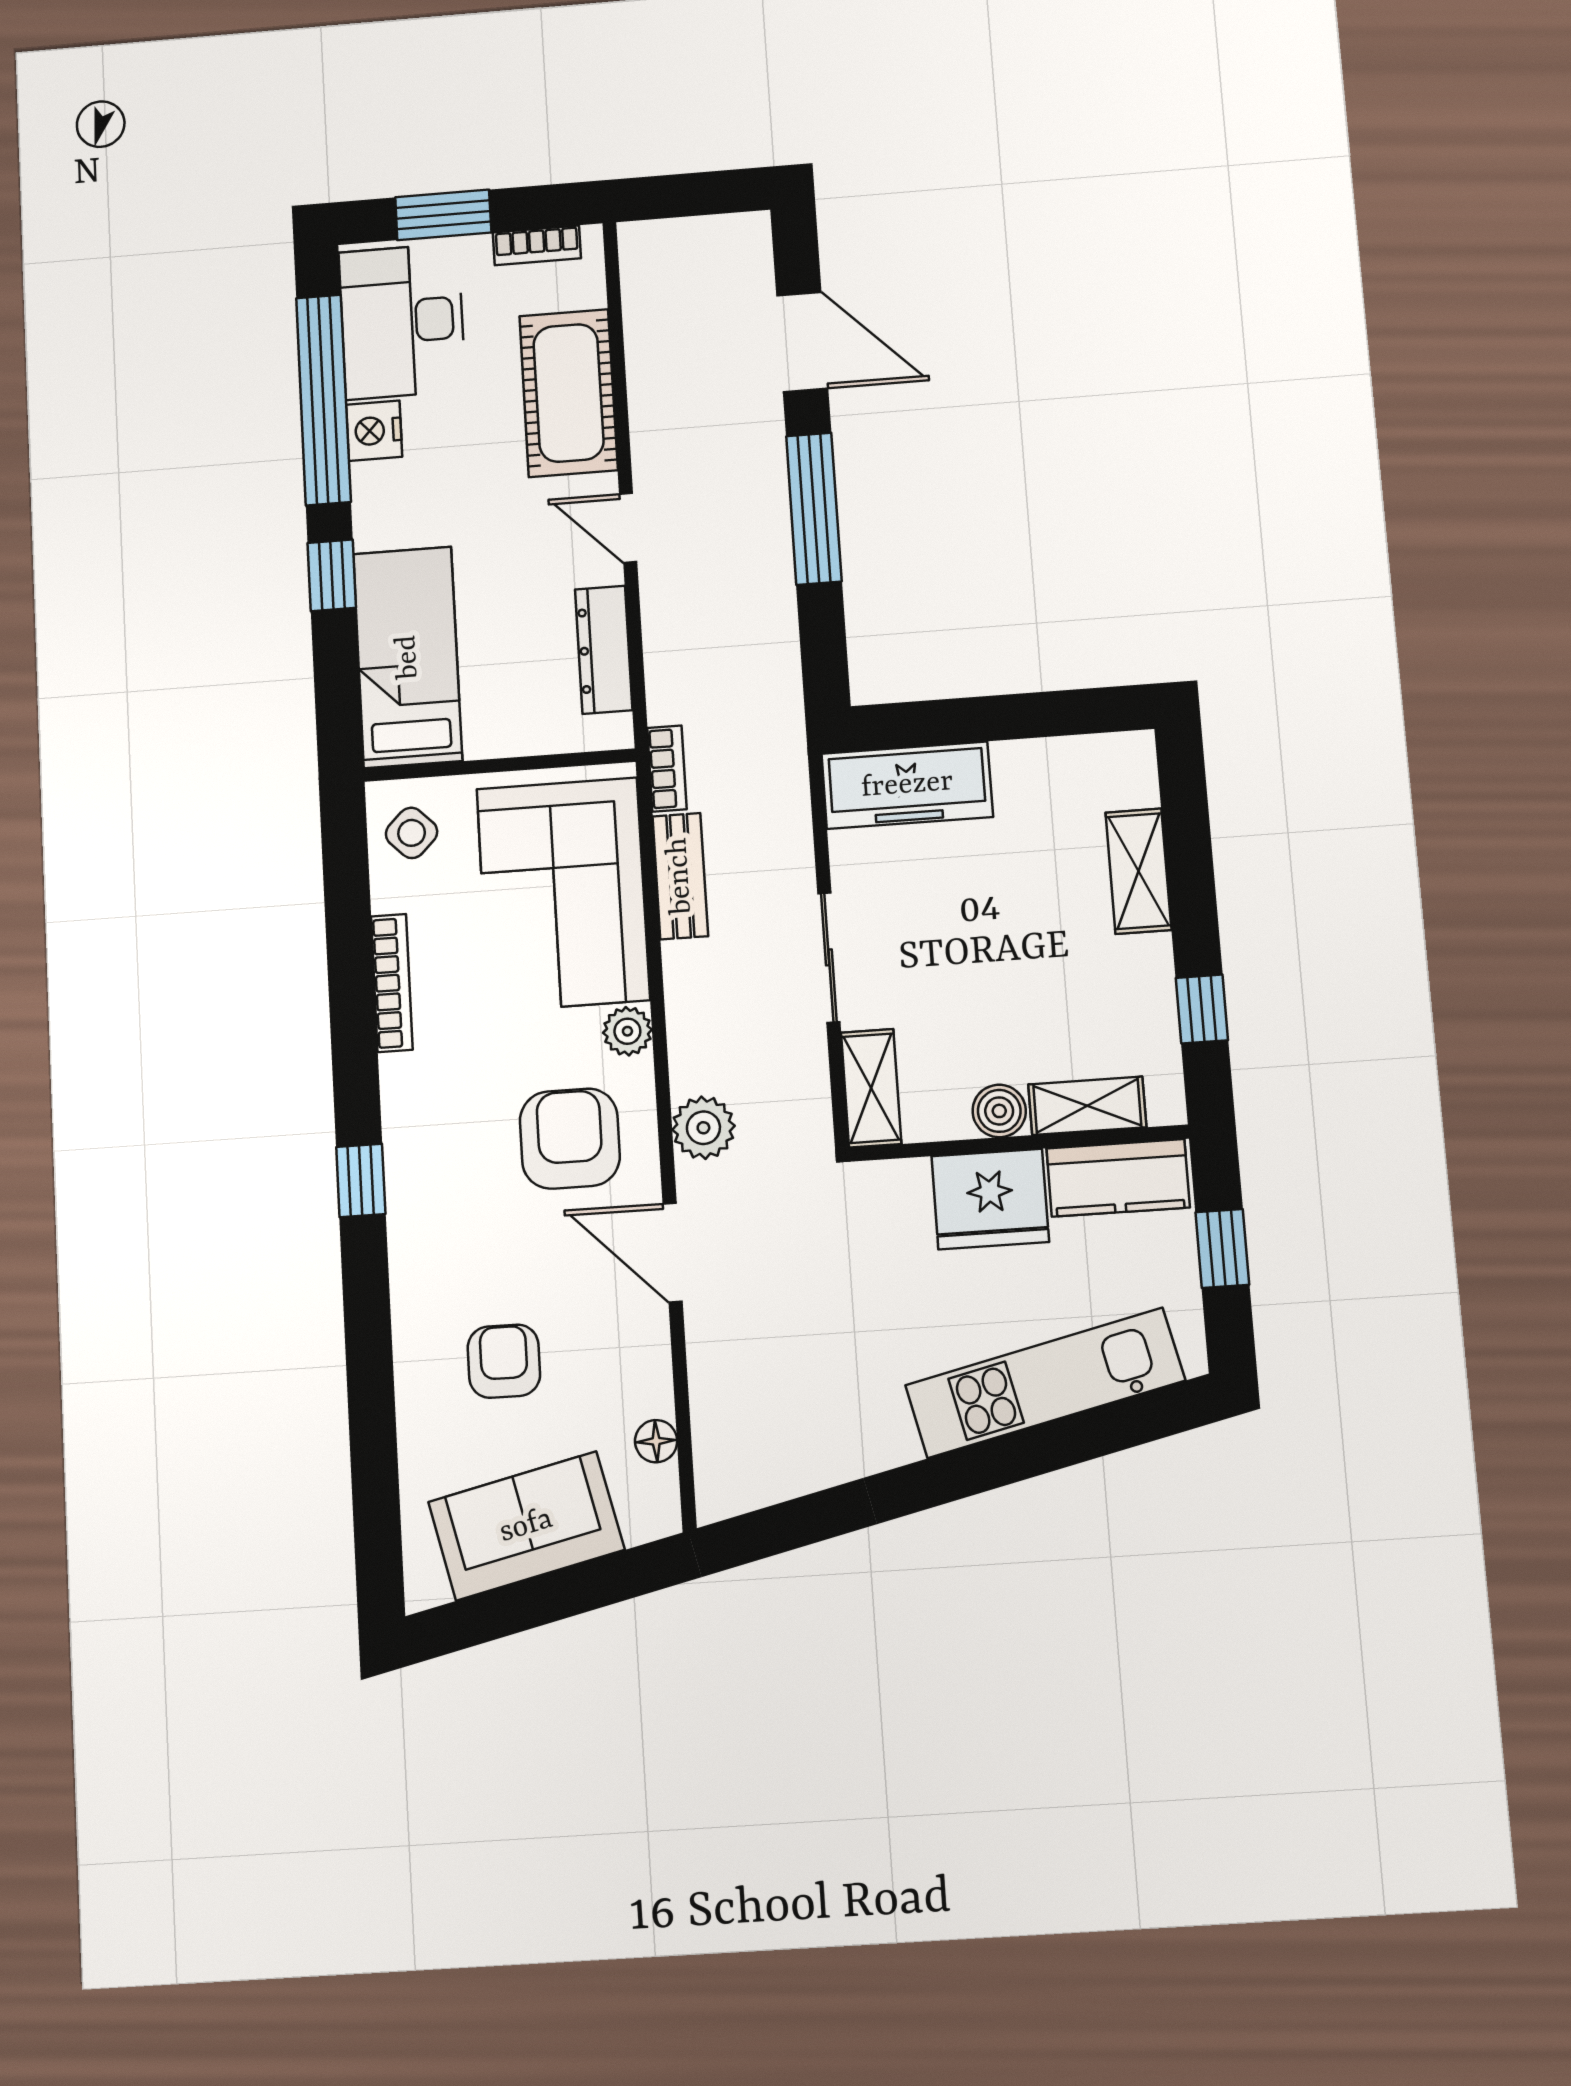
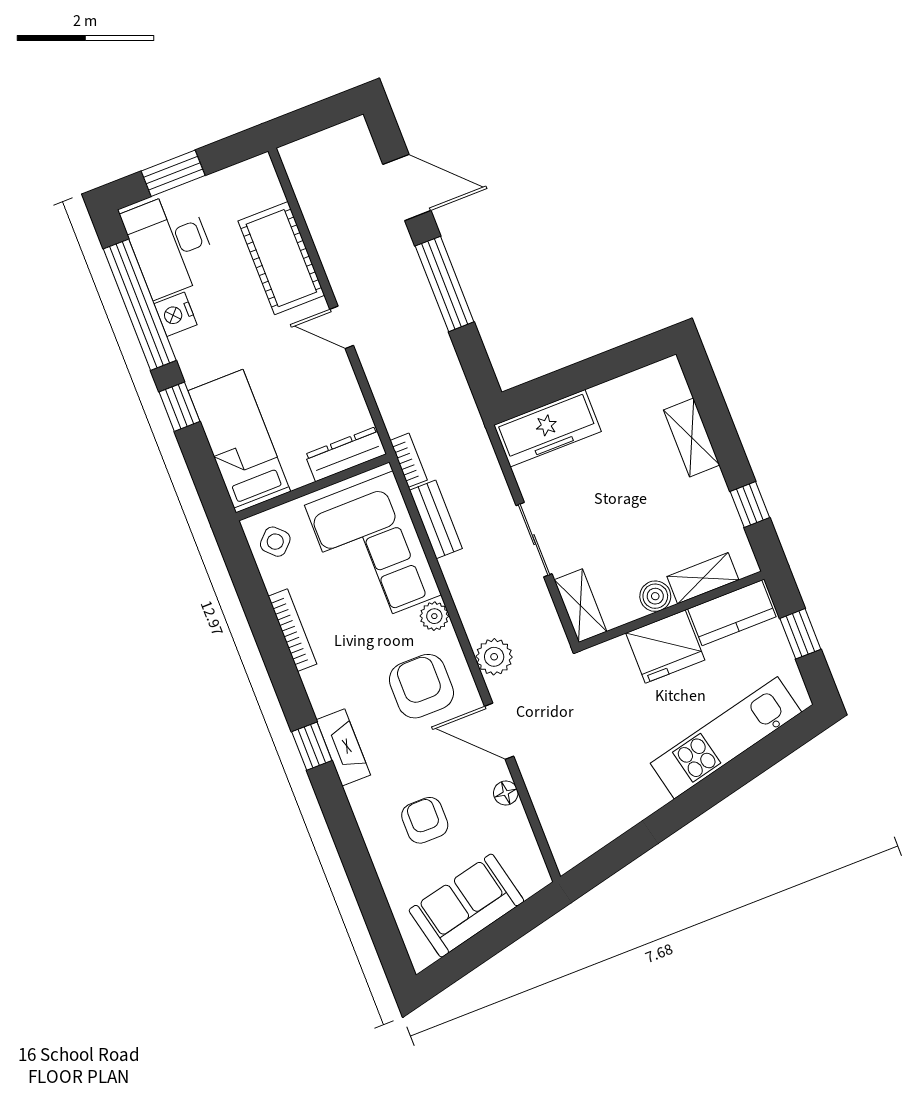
bookcase: (537, 245) -> (234, 175), removed
dresser: (604, 650) -> (346, 454), moved, turned 90
fireplace: (411, 1199) -> (343, 747), added
floor lamp: (656, 1441) -> (506, 793), moved

